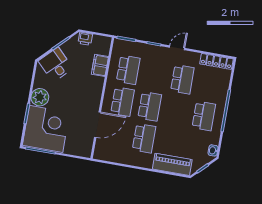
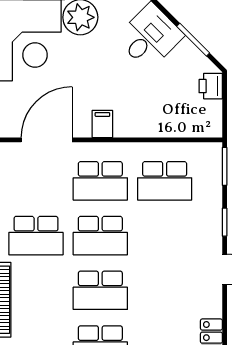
filing cabinet: (100, 65) -> (102, 124), moved, width x0.50
school desk: (182, 79) -> (100, 290), moved
door: (98, 125) -> (47, 140), swing flipped

